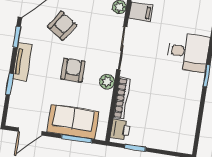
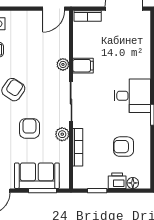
armchair: (171, 105) -> (124, 147), added
printer: (120, 130) -> (117, 181), moved, turned -90
floor lamp: (174, 146) -> (133, 183), added

